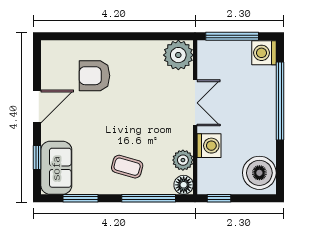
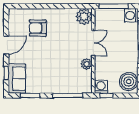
washing machine: (209, 146) -> (101, 87), moved, turned -90
plant: (183, 160) -> (87, 64), moved
coffee table: (127, 167) -> (56, 78), removed
floor lamp: (184, 185) -> (87, 88), removed

